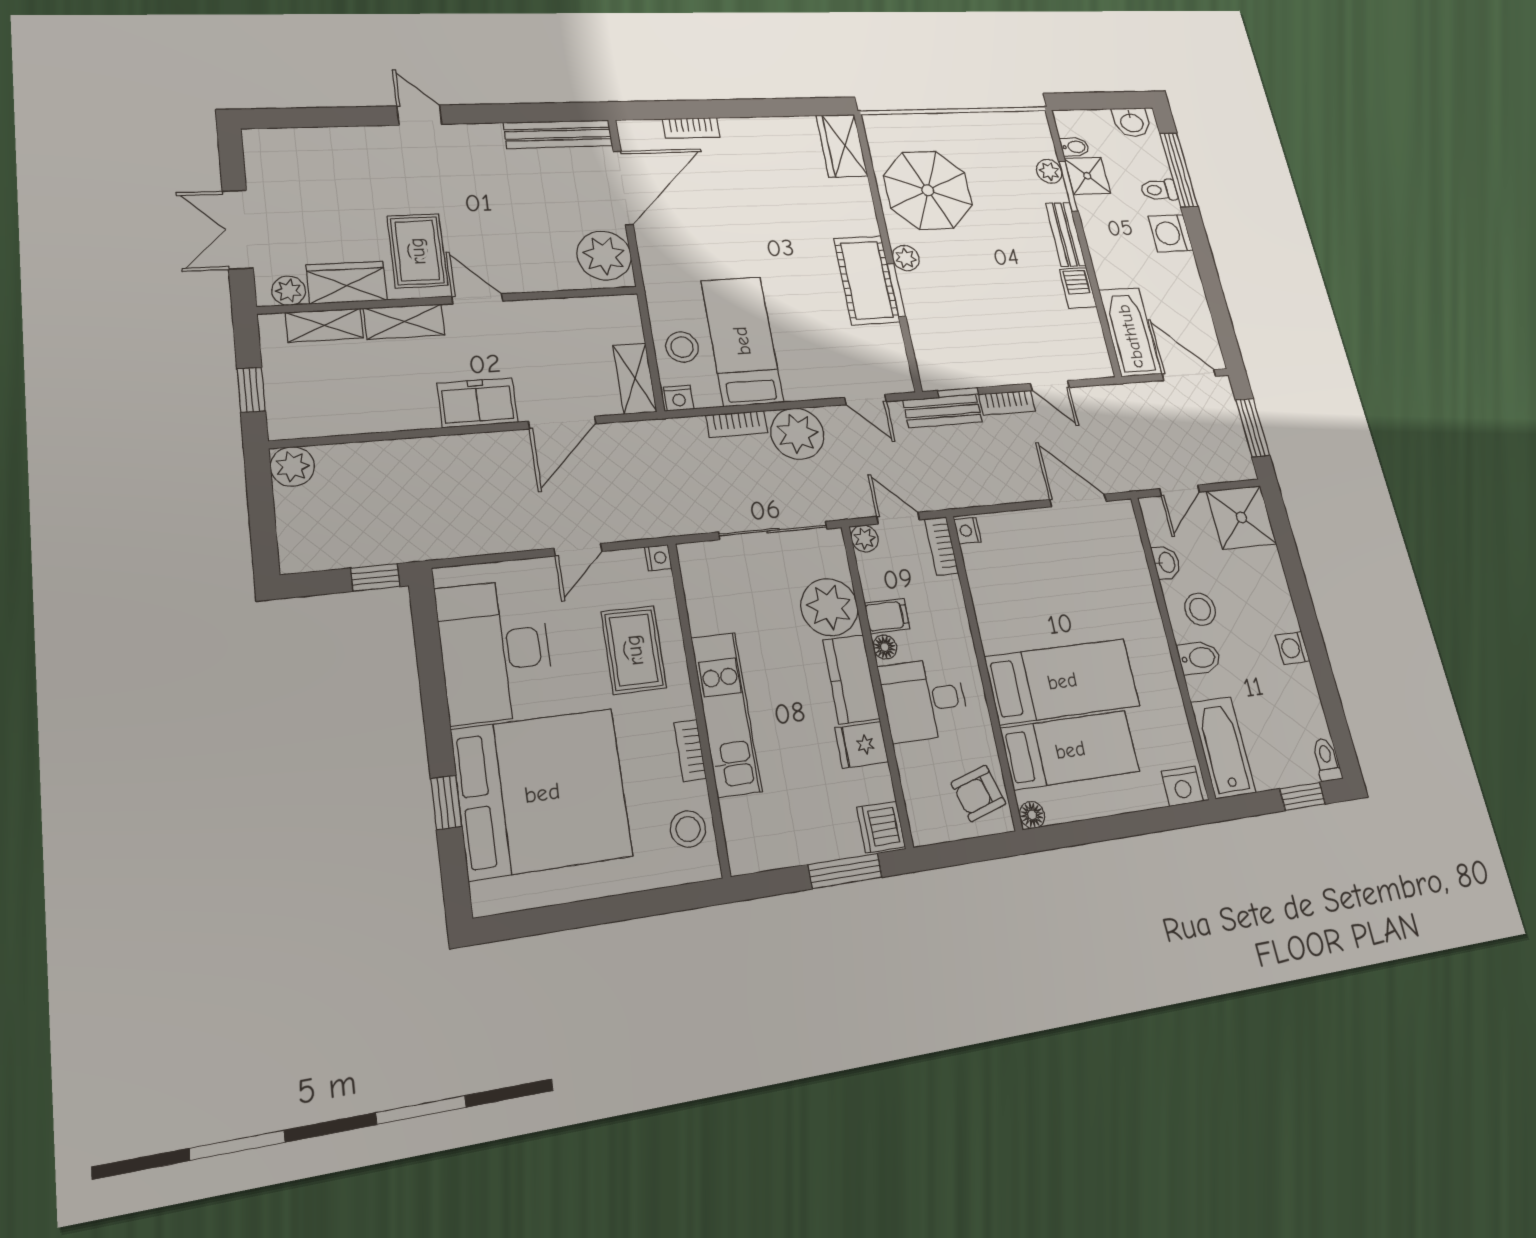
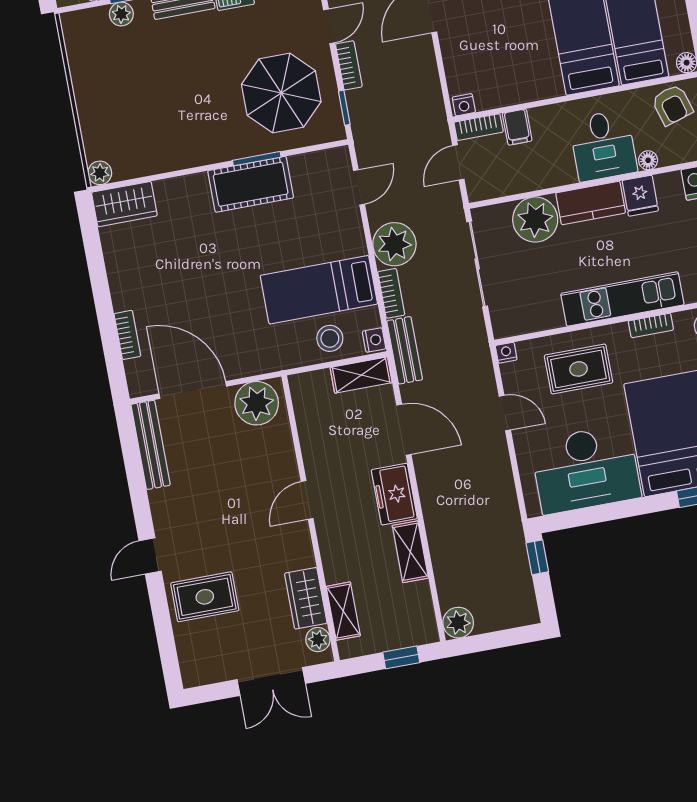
parasol: (928, 190) -> (281, 93), moved
rug: (417, 251) -> (205, 597), moved
plant: (906, 258) -> (100, 173), moved
shelving: (404, 322) -> (410, 552), moved
bench: (943, 411) -> (405, 350), moved
plant: (865, 539) -> (478, 190), removed
filing cabinet: (887, 616) -> (517, 127), moved, turned 180
floor lamp: (885, 647) -> (648, 160), moved

